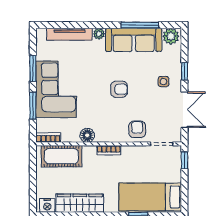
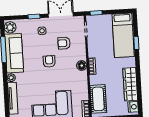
armchair: (137, 129) -> (64, 43), moved
floor lamp: (87, 135) -> (82, 66), moved

